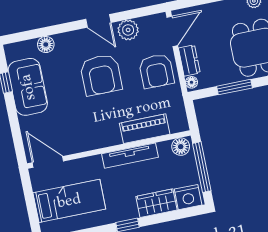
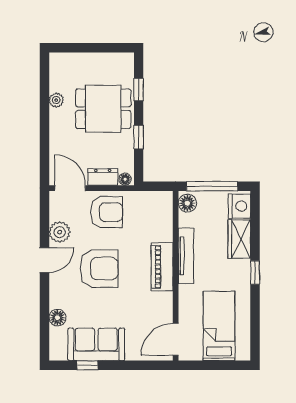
window: (234, 87) -> (139, 137), width x0.67
piano: (145, 129) -> (162, 267), moved

